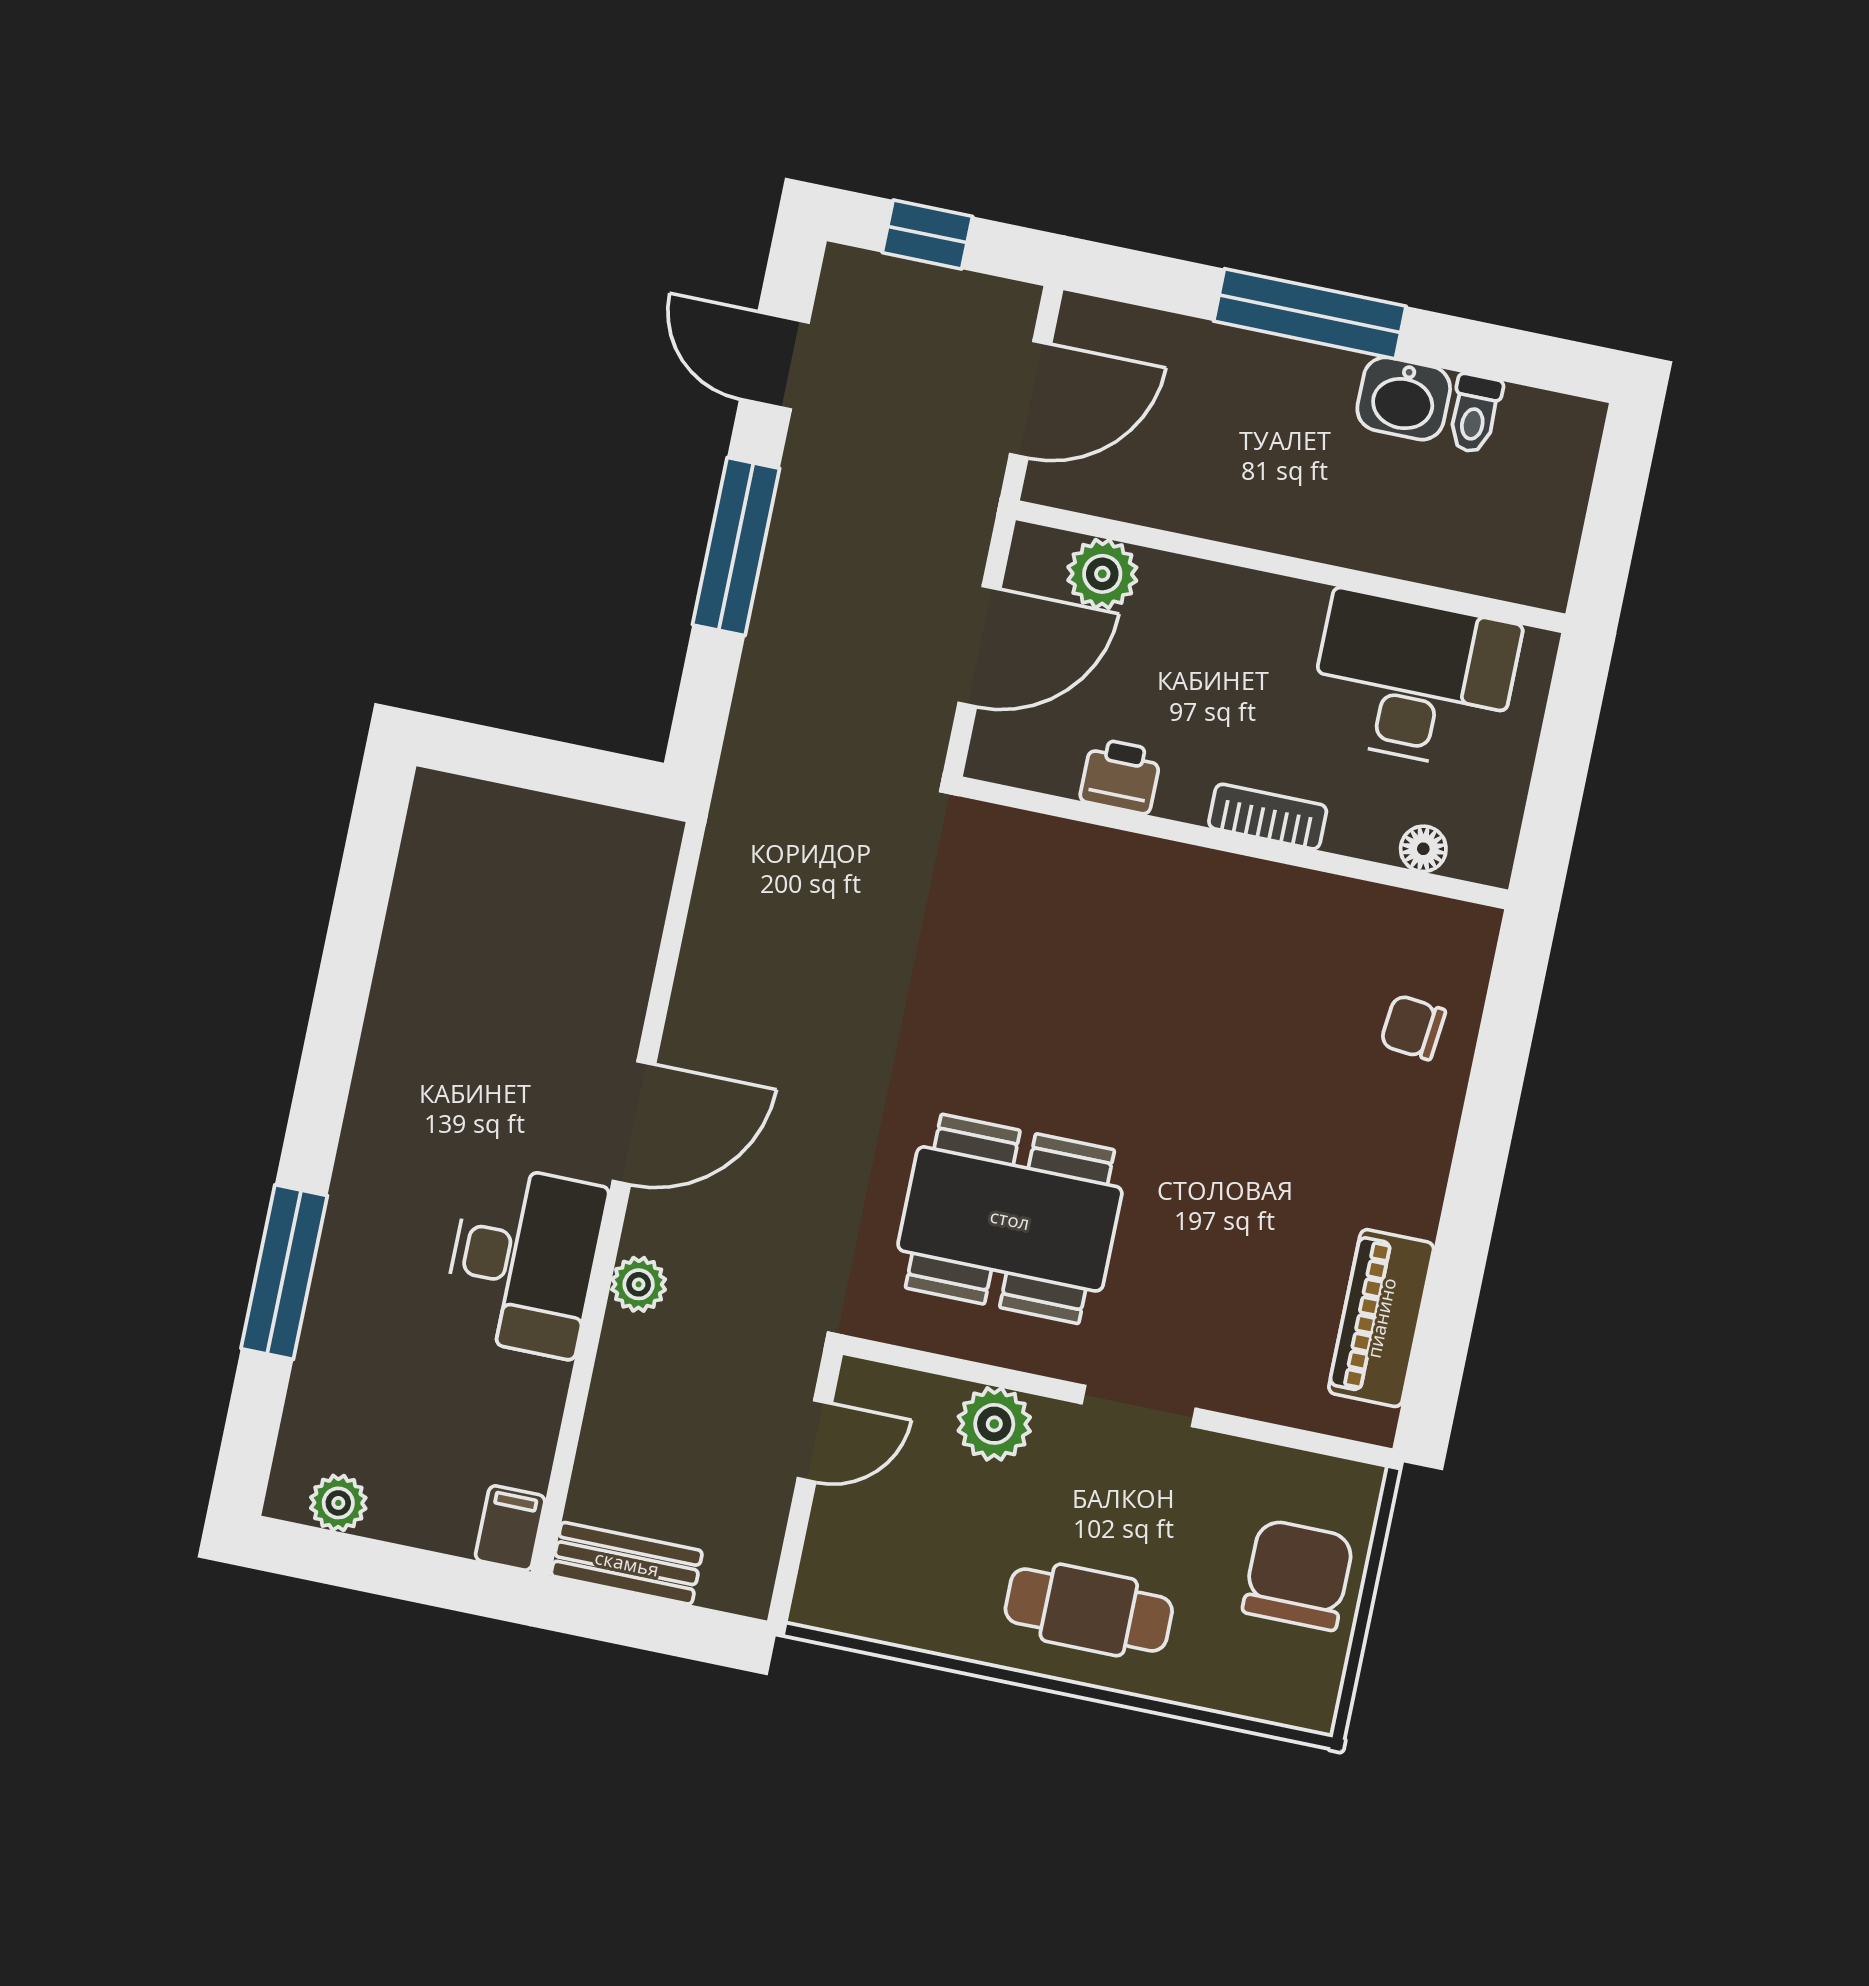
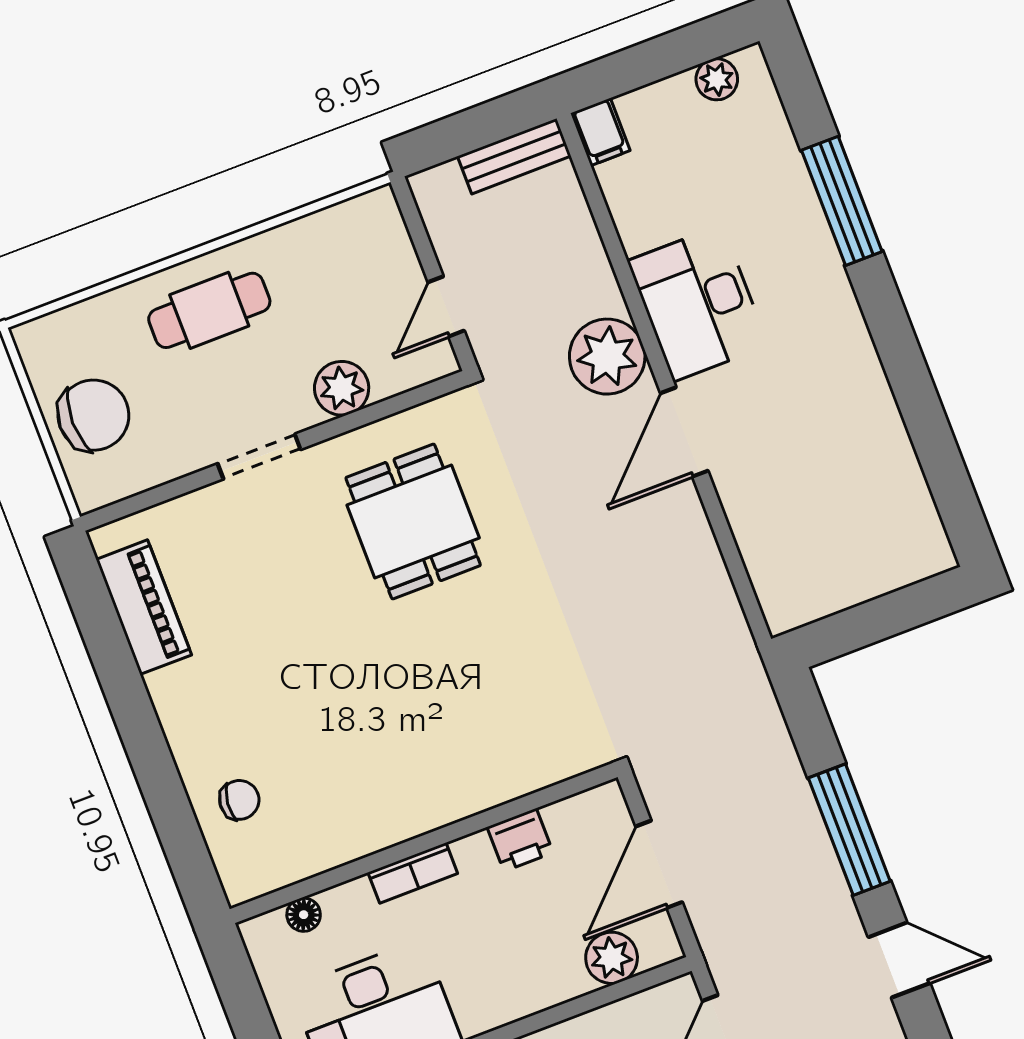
dining table: (1010, 1219) -> (413, 522), width x0.73
plant: (639, 1284) -> (607, 357), width x1.88, depth x1.88
chair: (1298, 1575) -> (93, 415), turned -90

